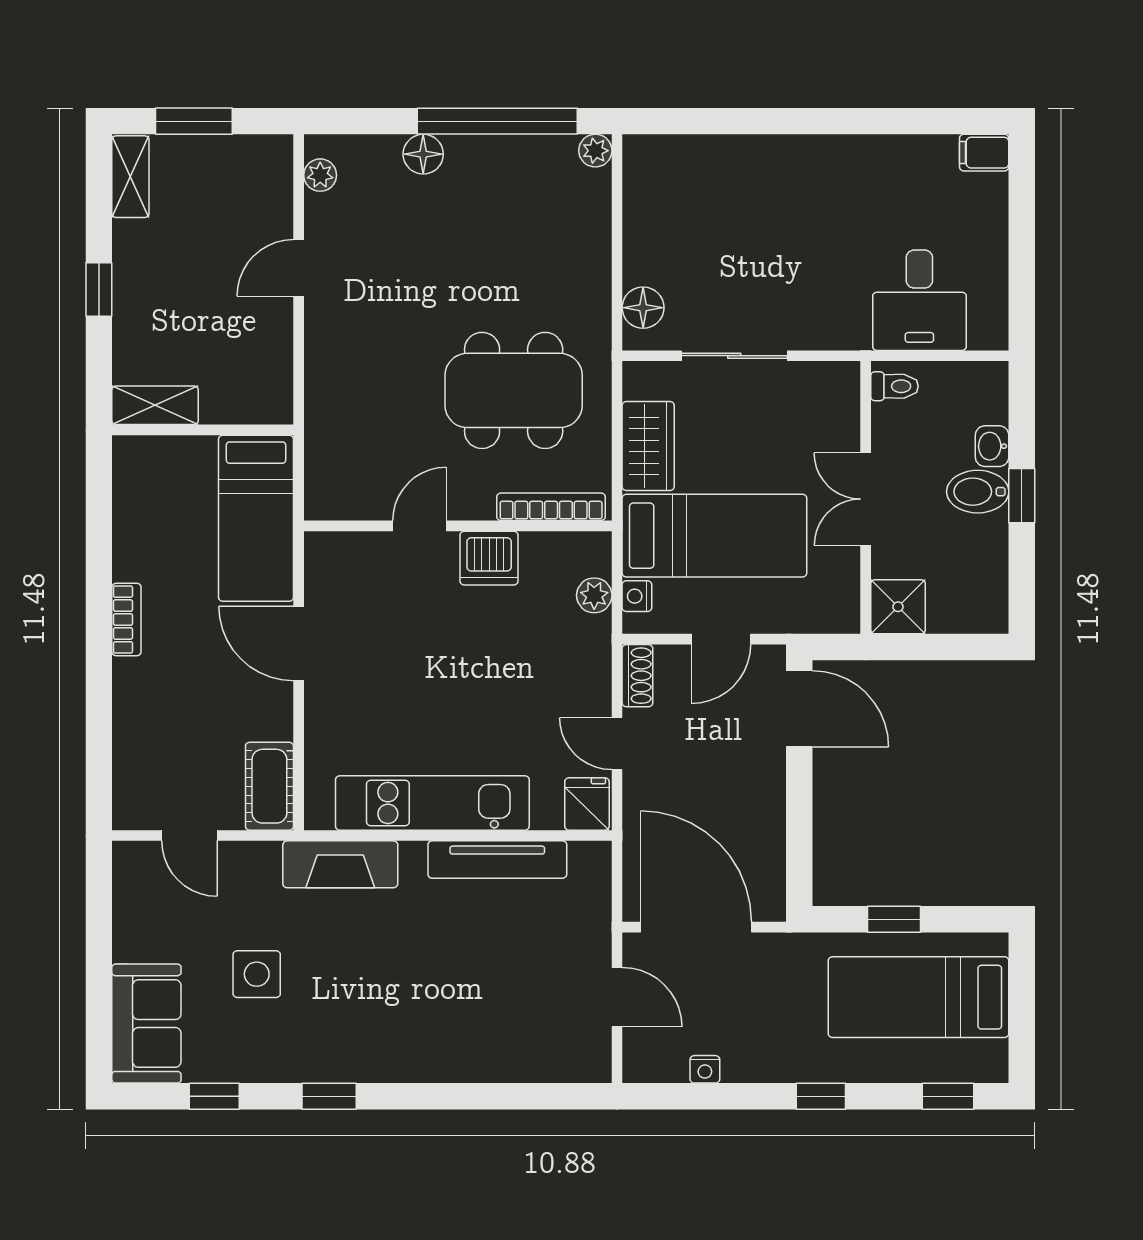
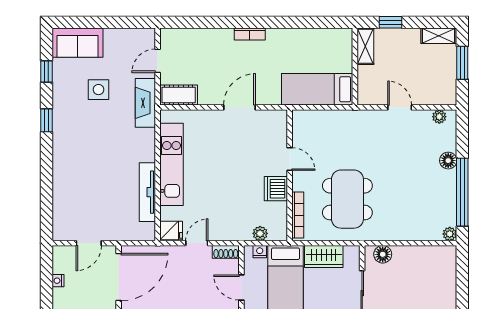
shelving: (155, 405) -> (365, 46), moved
wall: (203, 430) -> (355, 67), moved
bed: (256, 518) -> (317, 89), moved
fireplace: (340, 864) -> (145, 103), moved

